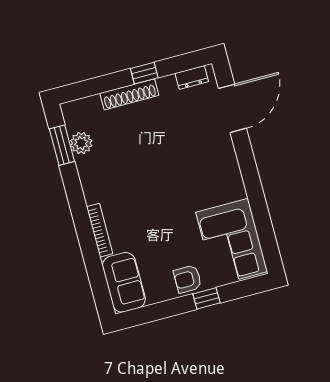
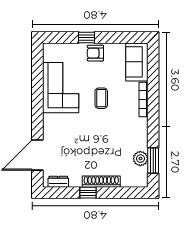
coffee table: (162, 216) -> (101, 98), added
corner sofa: (232, 242) -> (61, 88), moved
armchair: (188, 279) -> (95, 53), turned 180

